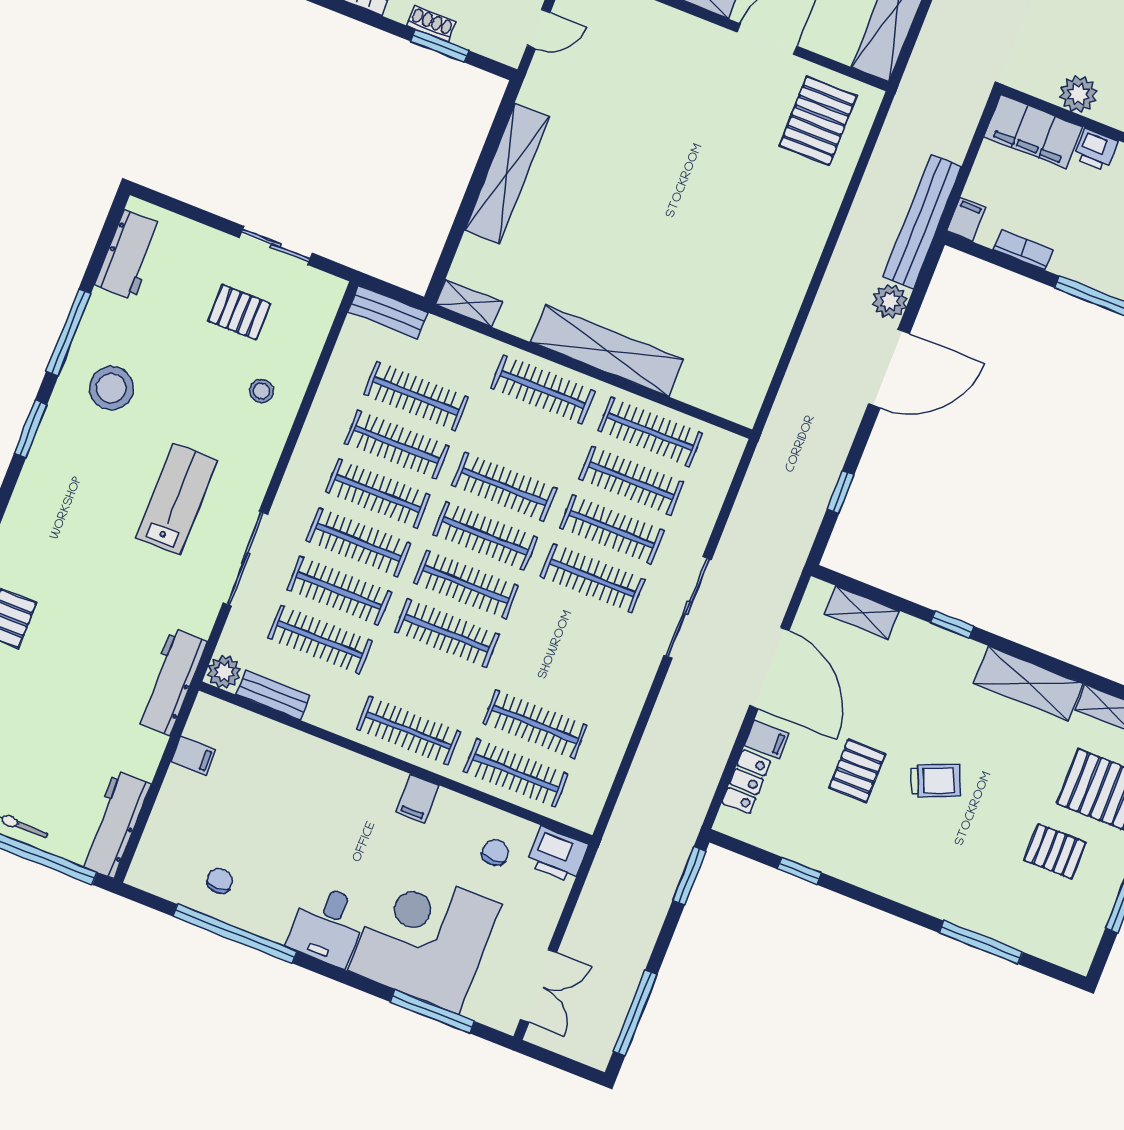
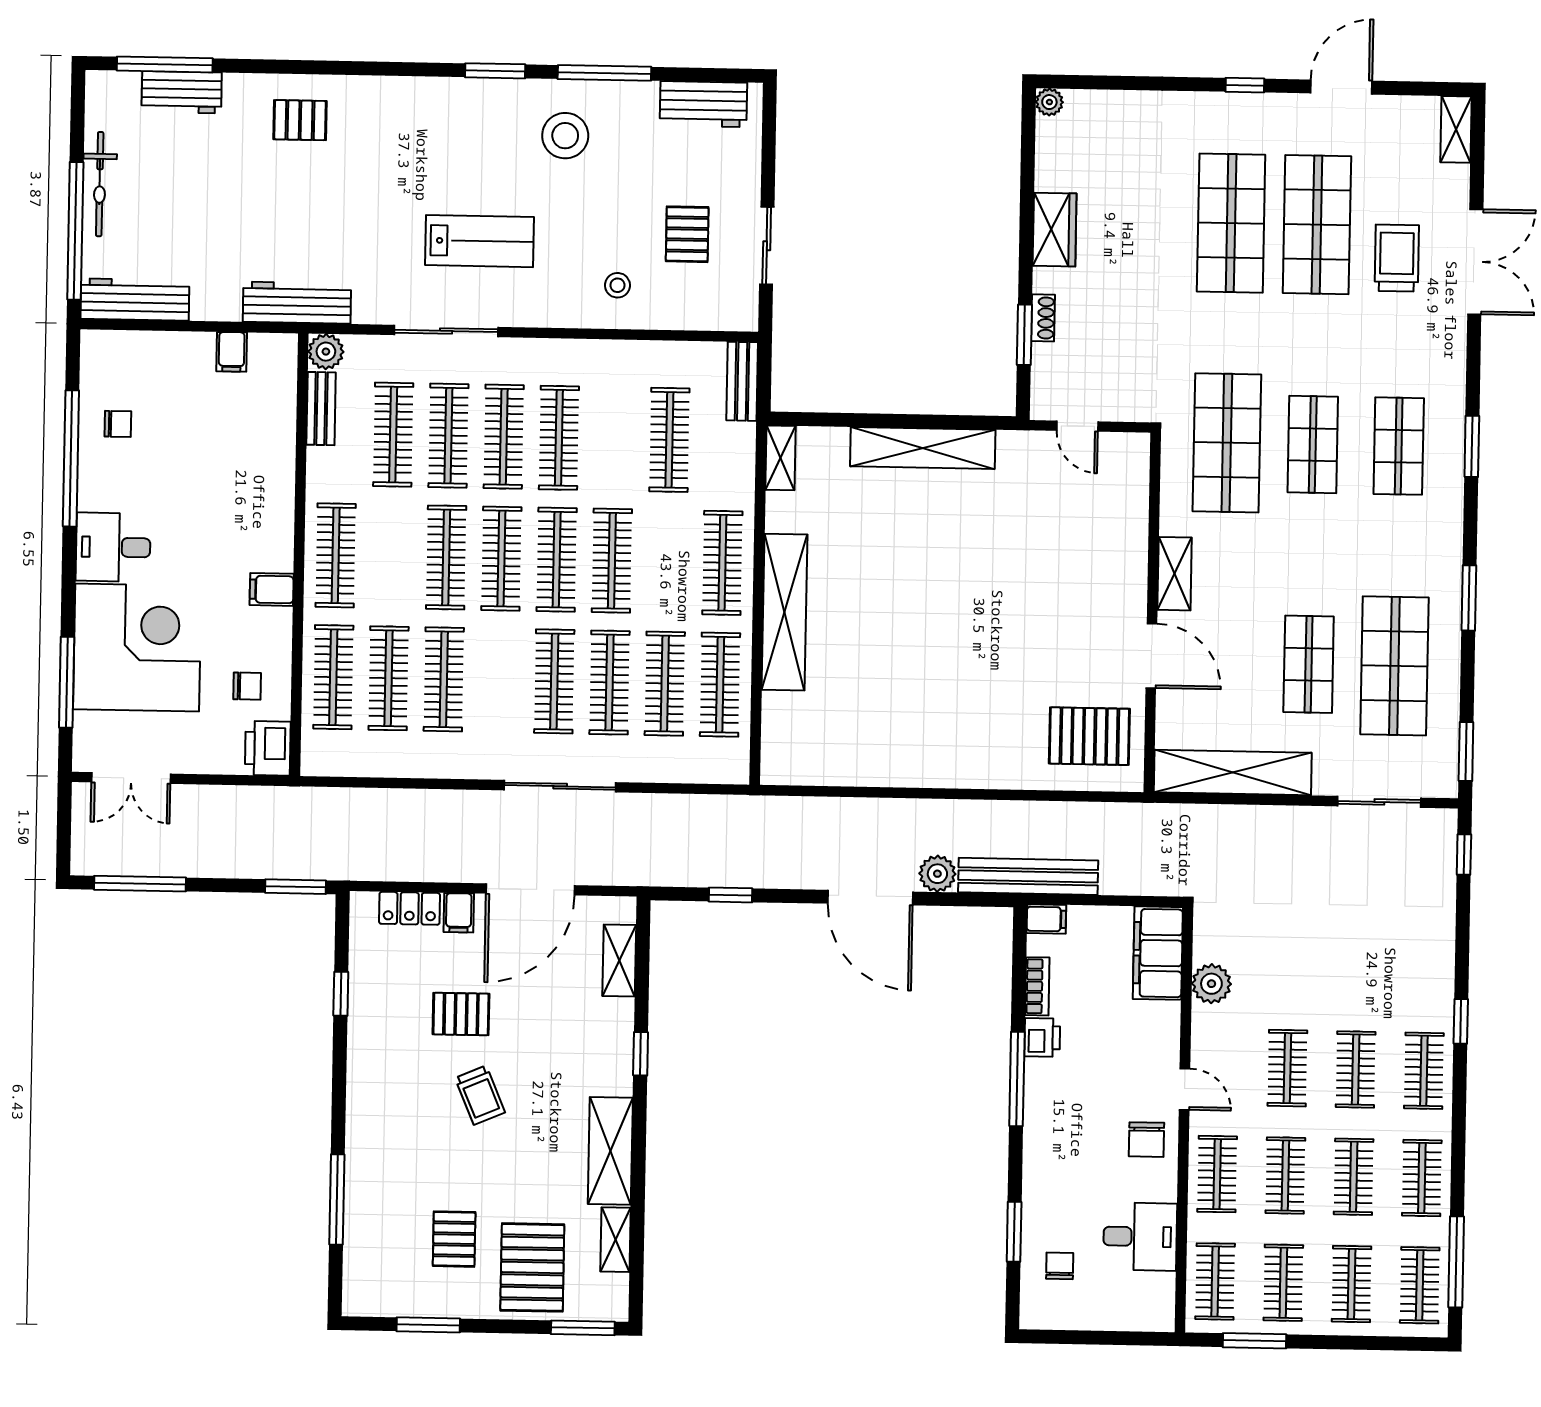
printer: (1096, 150) -> (1042, 1038), moved, turned 180
clothes rail: (397, 445) -> (444, 679), moved

